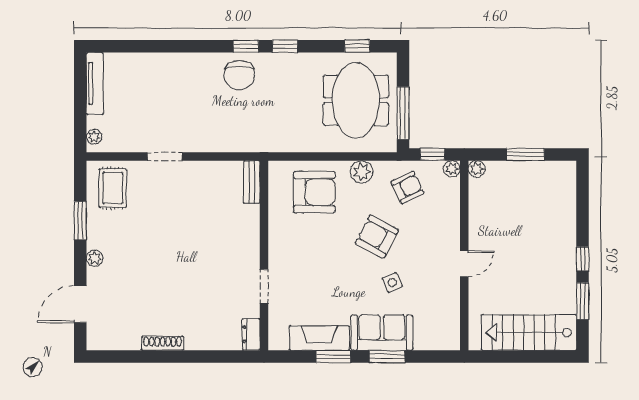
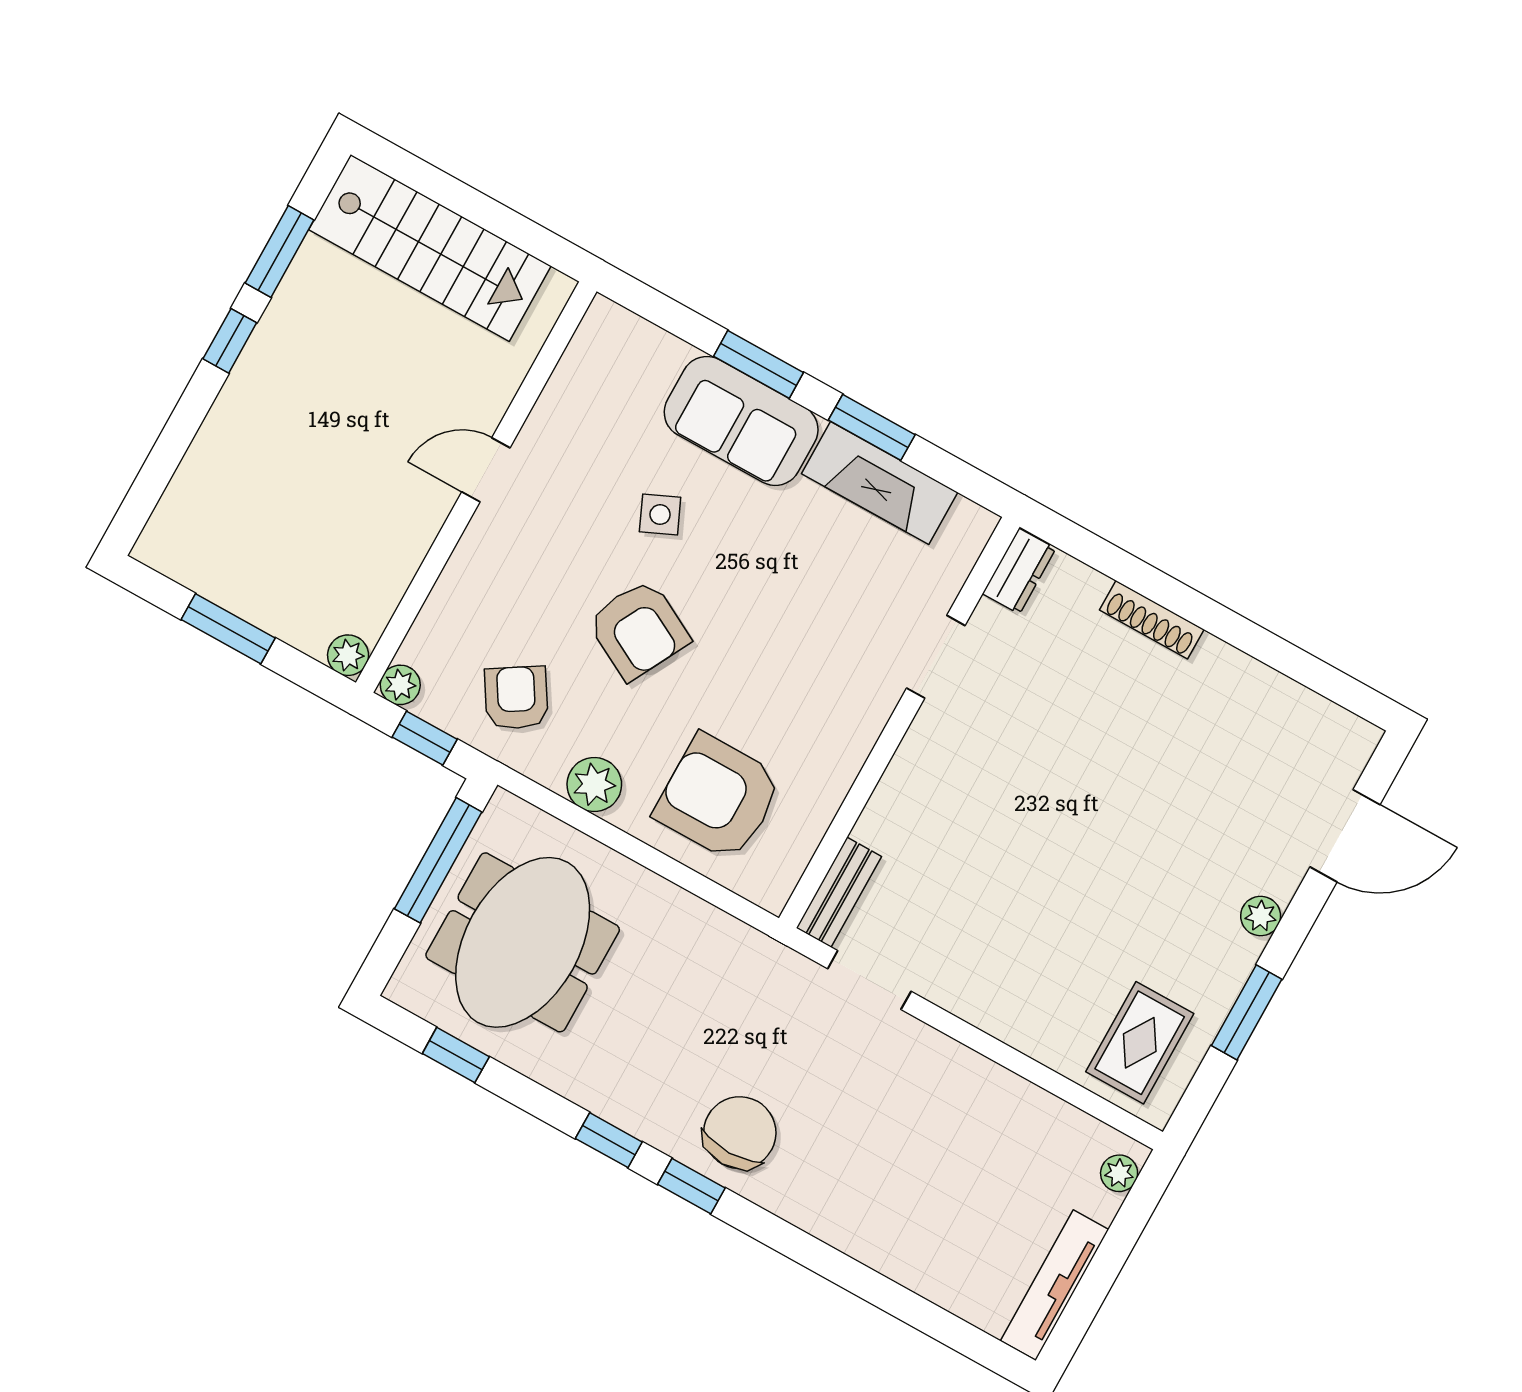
doorway: (165, 156) -> (869, 980), moved
armchair: (407, 187) -> (516, 698), turned 84
shoe rack: (163, 343) -> (1152, 620), moved

